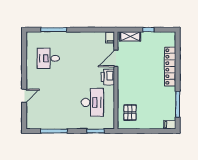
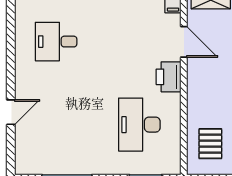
door: (116, 58) -> (184, 42), swing flipped
desk: (92, 102) -> (139, 125), turned 180

